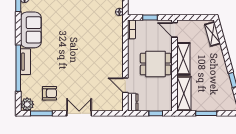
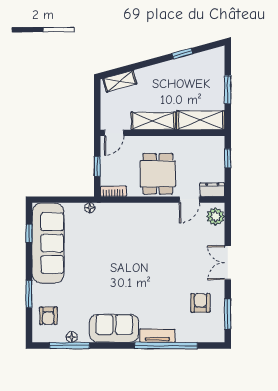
dining table: (156, 64) -> (158, 174), moved
plant: (27, 104) -> (216, 217), moved

